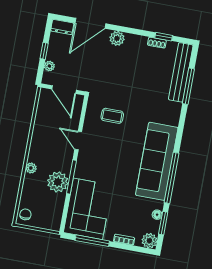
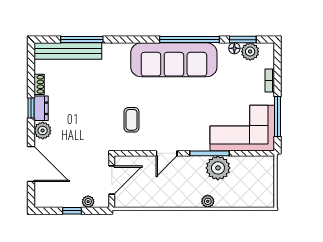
dresser: (62, 27) -> (41, 108), moved
window: (164, 37) -> (31, 108), moved
chair: (25, 214) -> (262, 198), removed
plant: (149, 241) -> (250, 52), moved

